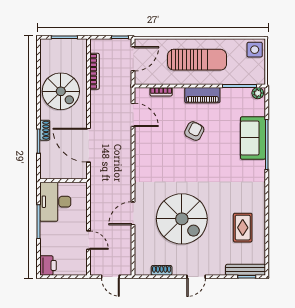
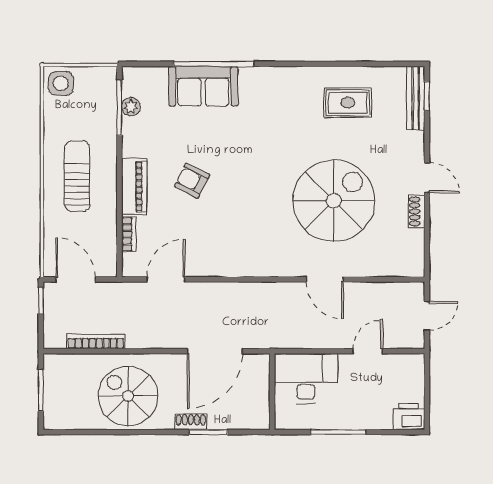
sun lounger: (197, 60) -> (77, 176), width x0.73, depth x0.75
spiral stairs: (61, 91) -> (128, 396), turned -90
plant: (258, 93) -> (131, 107), moved
piano: (202, 95) -> (134, 186), moved
desk: (55, 202) -> (306, 378), moved, turned 180
shoe rack: (162, 270) -> (417, 211), moved

